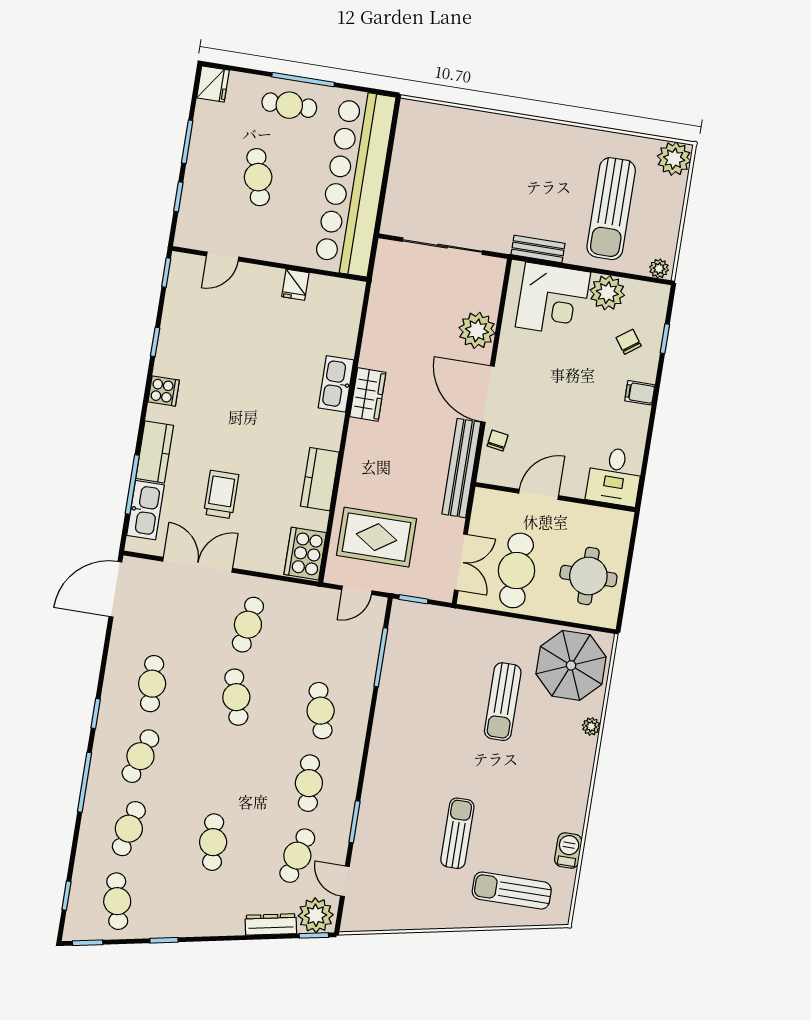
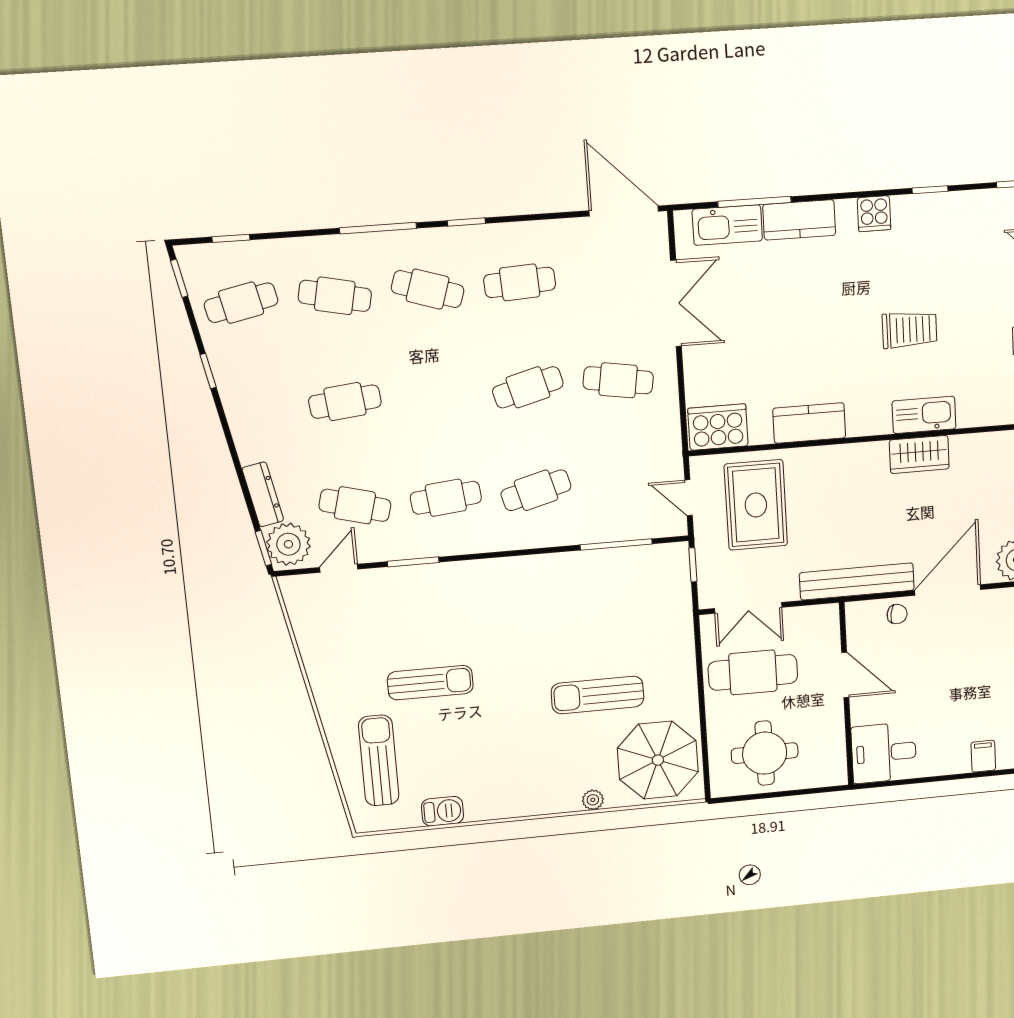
trolley: (221, 494) -> (909, 330), moved

